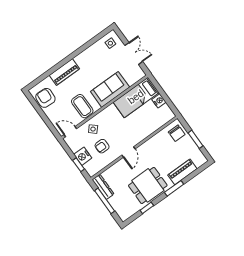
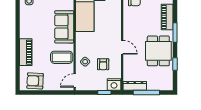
nightstand: (83, 156) -> (114, 84), moved

